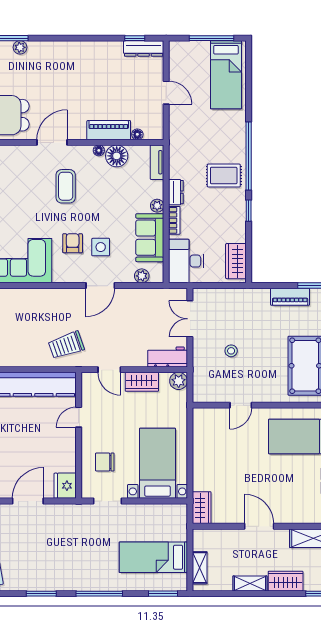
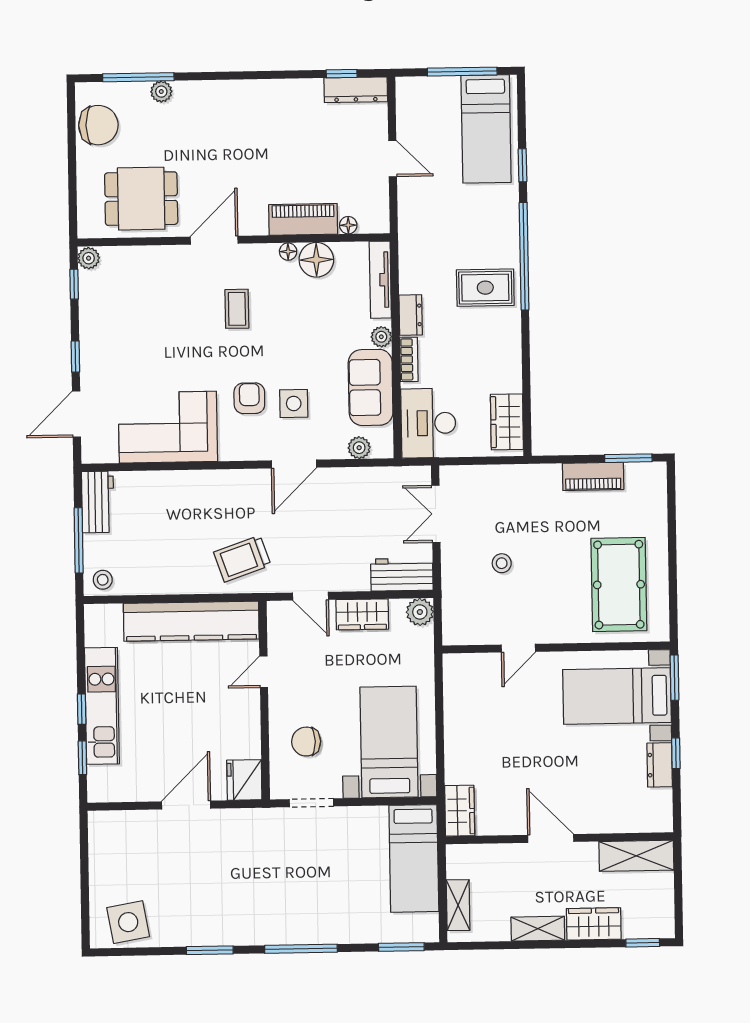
tv unit: (157, 162) -> (380, 280), width x1.41
coffee table: (66, 186) -> (237, 309), width x0.73, depth x0.77
window: (249, 211) -> (522, 165), moved
bed: (153, 557) -> (414, 858), moved, turned -90

